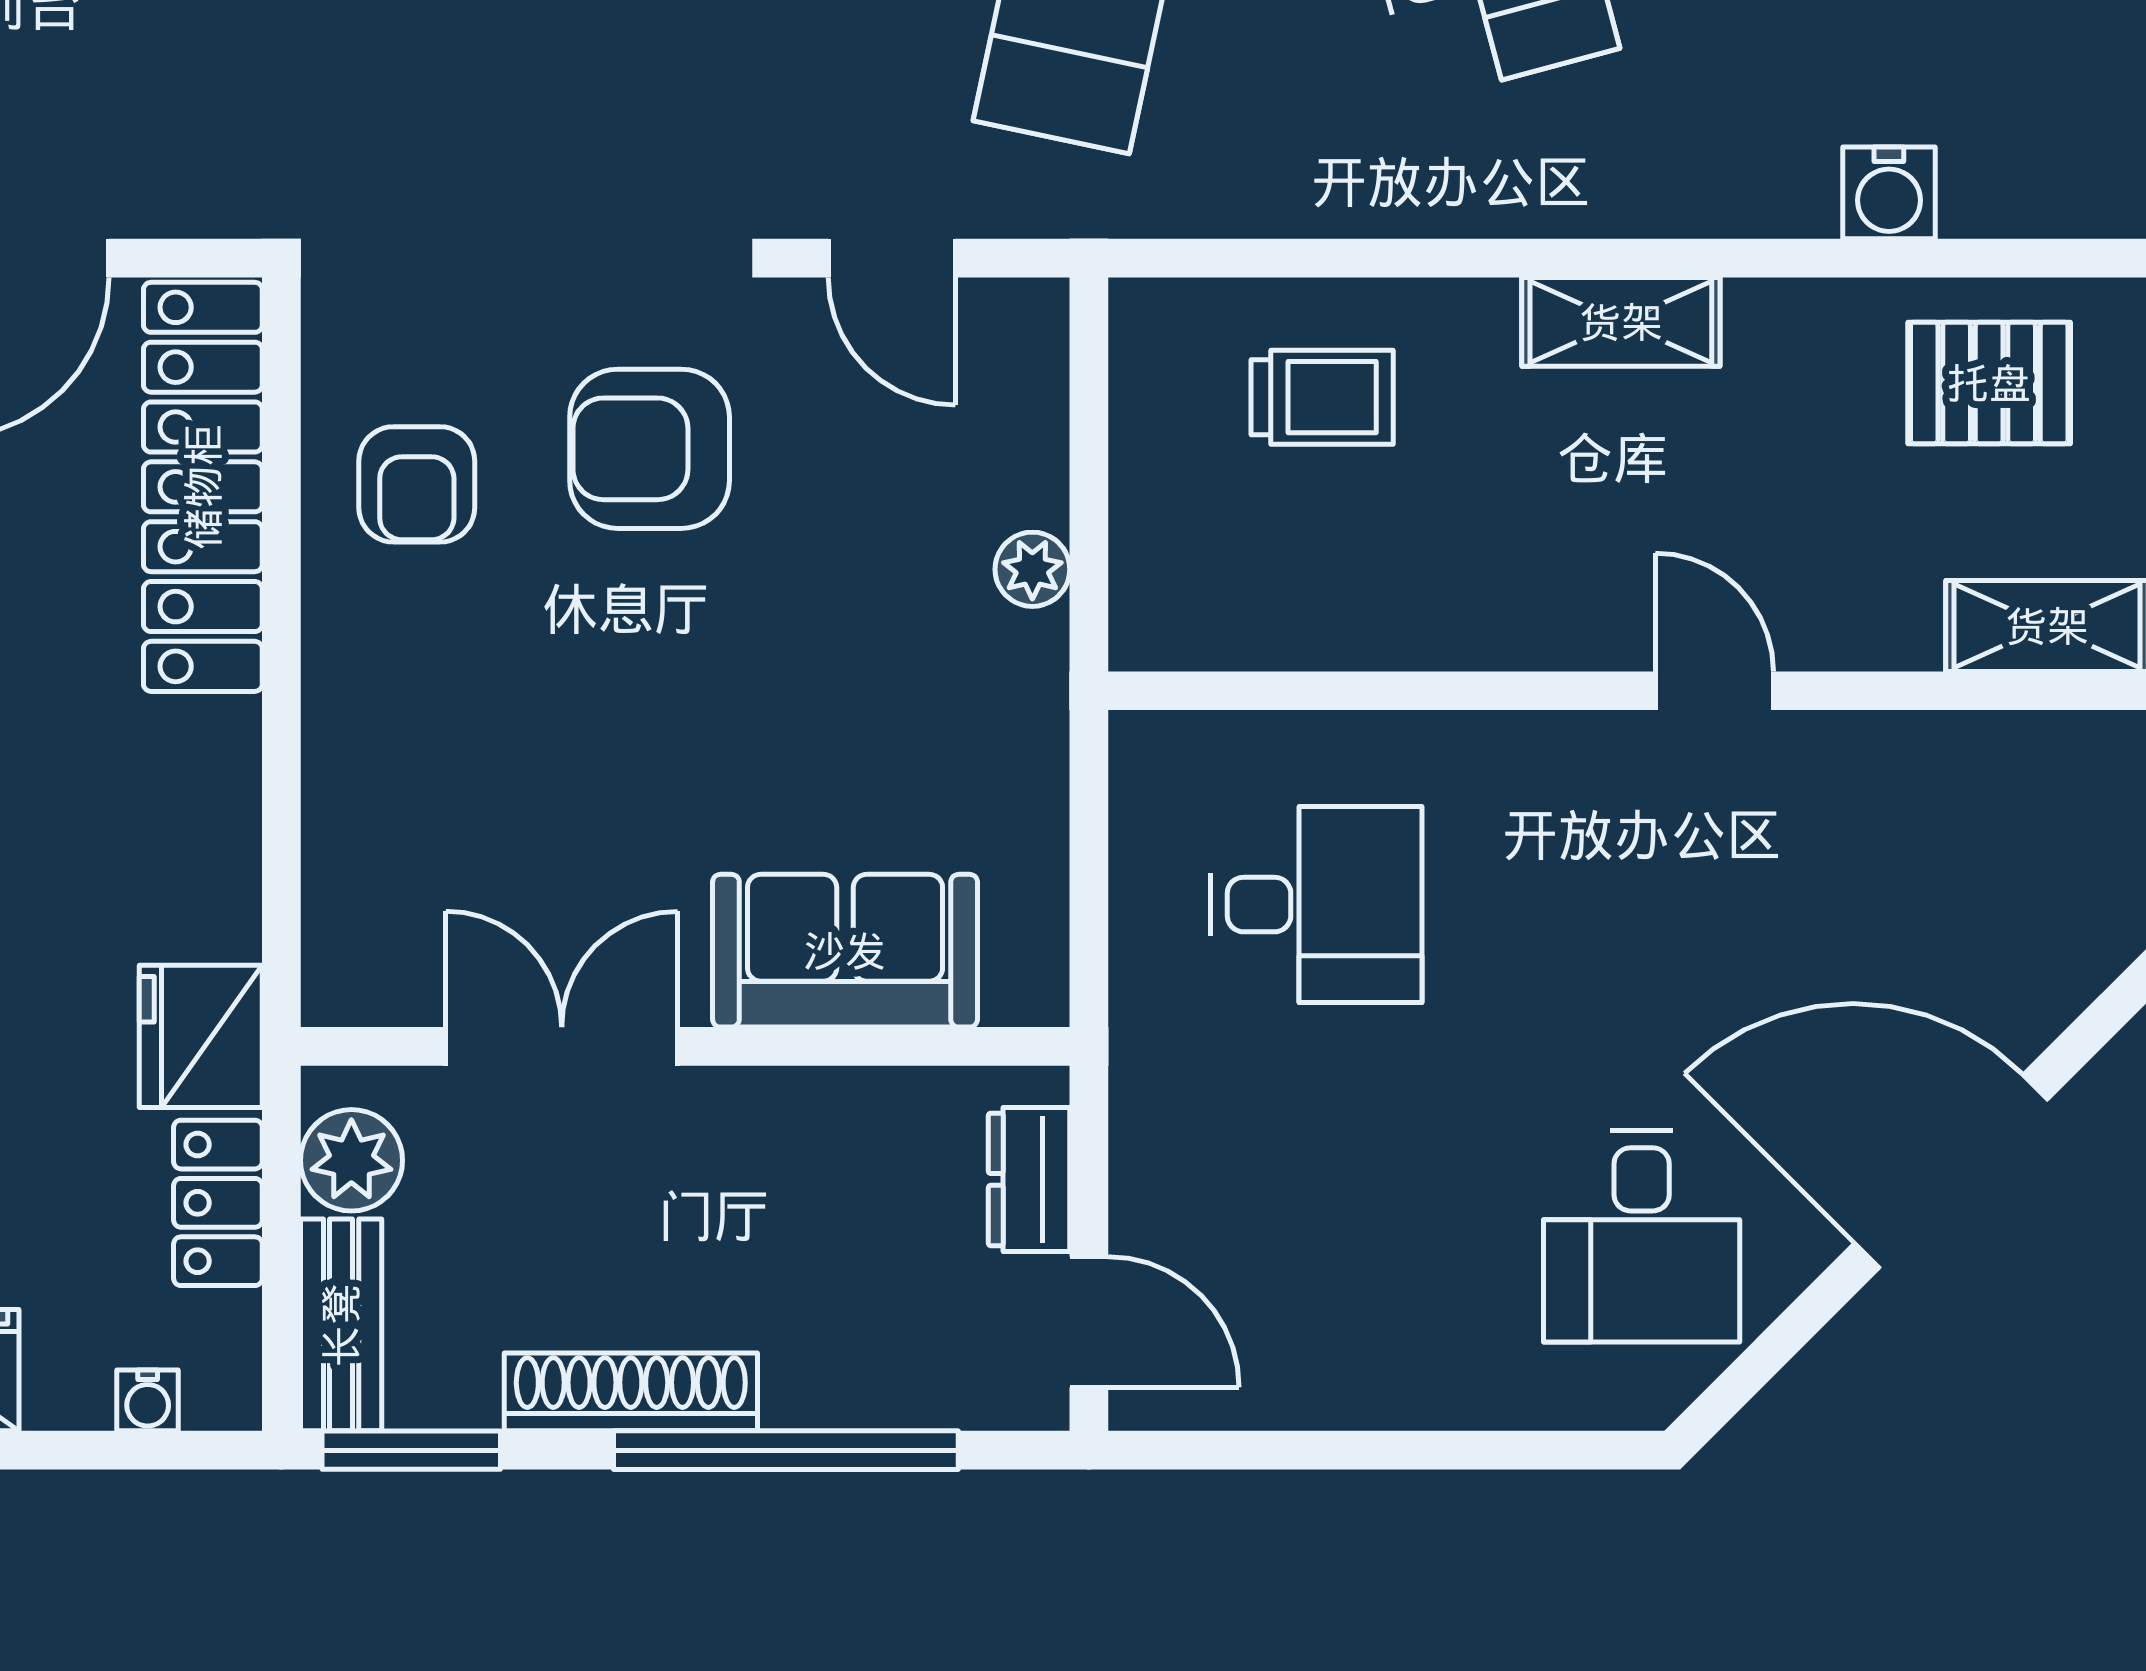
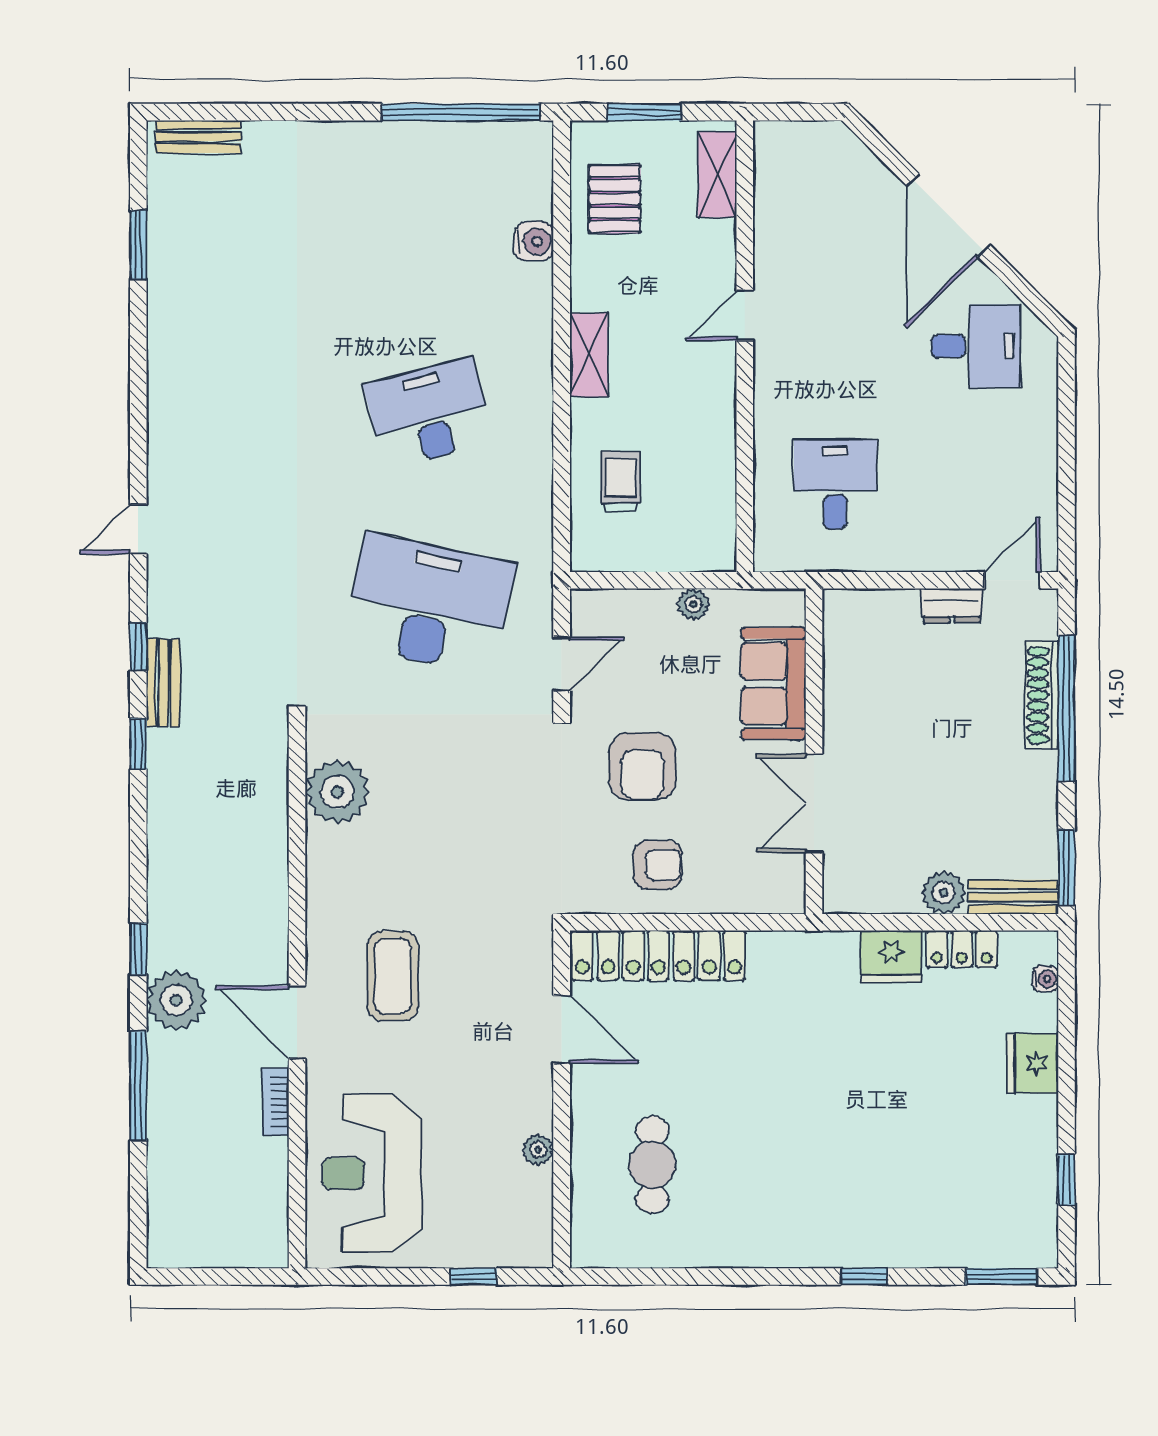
sofa: (845, 951) -> (773, 684), moved
double door: (562, 1046) -> (814, 804), moved
wall: (685, 1046) -> (814, 751), moved
shoe rack: (631, 1392) -> (1042, 695), moved

